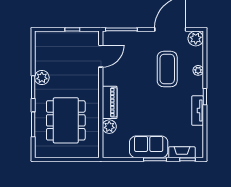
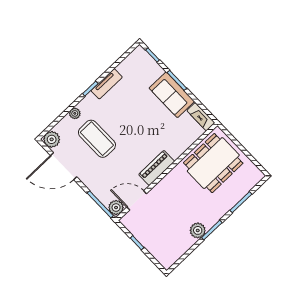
coffee table: (167, 69) -> (97, 139), turned 90
piano: (110, 102) -> (157, 168), moved
dining table: (66, 120) -> (213, 163), moved
plant: (109, 127) -> (116, 208), moved
fireplace: (182, 152) -> (201, 117), moved

